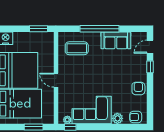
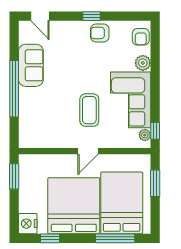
coffee table: (77, 48) -> (89, 110), moved
window: (150, 67) -> (91, 16), moved

